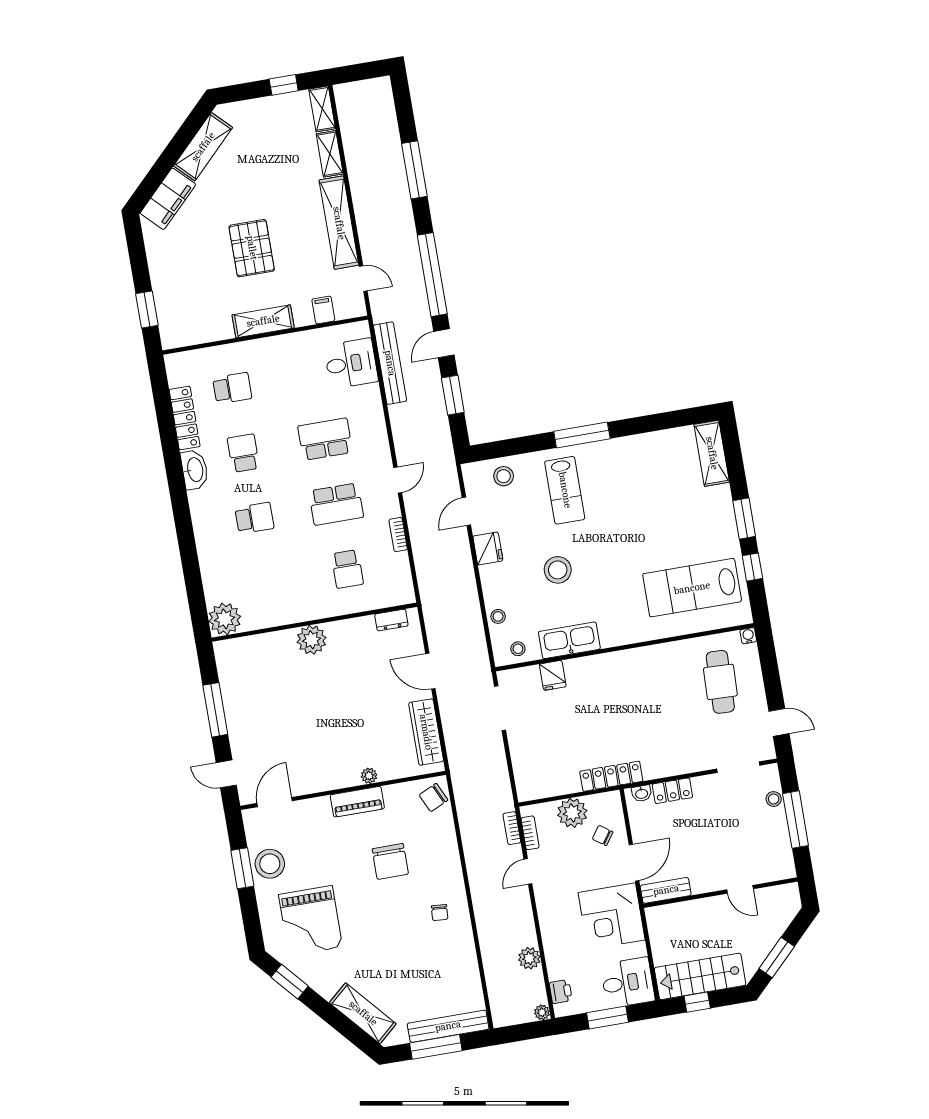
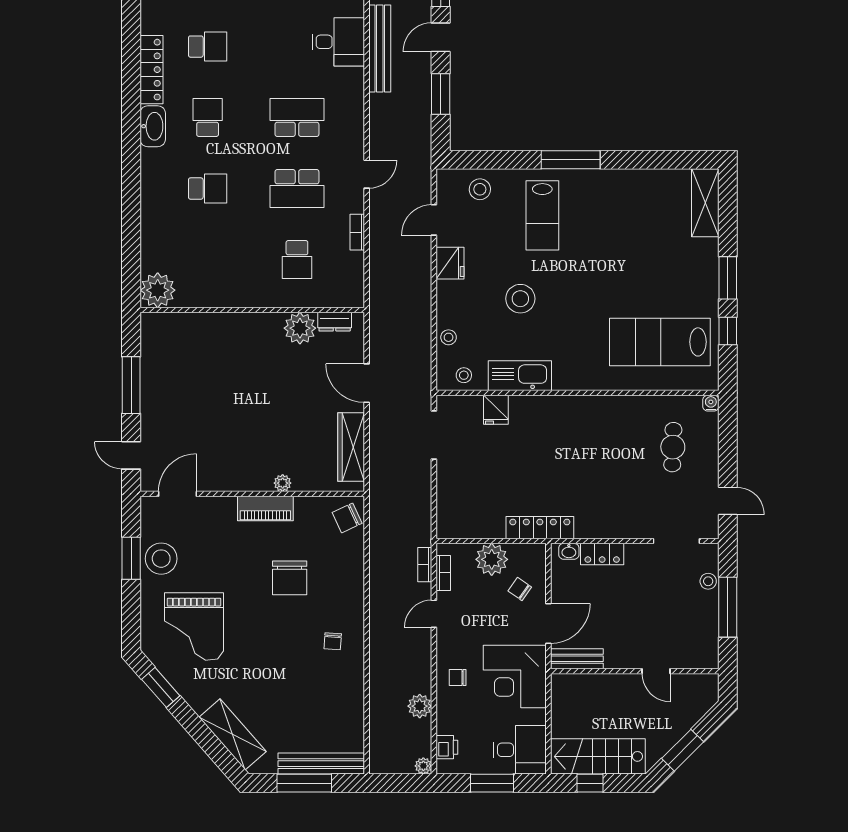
plant: (312, 640) -> (300, 328), moved
cafe table: (720, 682) -> (673, 447), width x0.73, depth x0.74
chair: (560, 926) -> (458, 677), added

